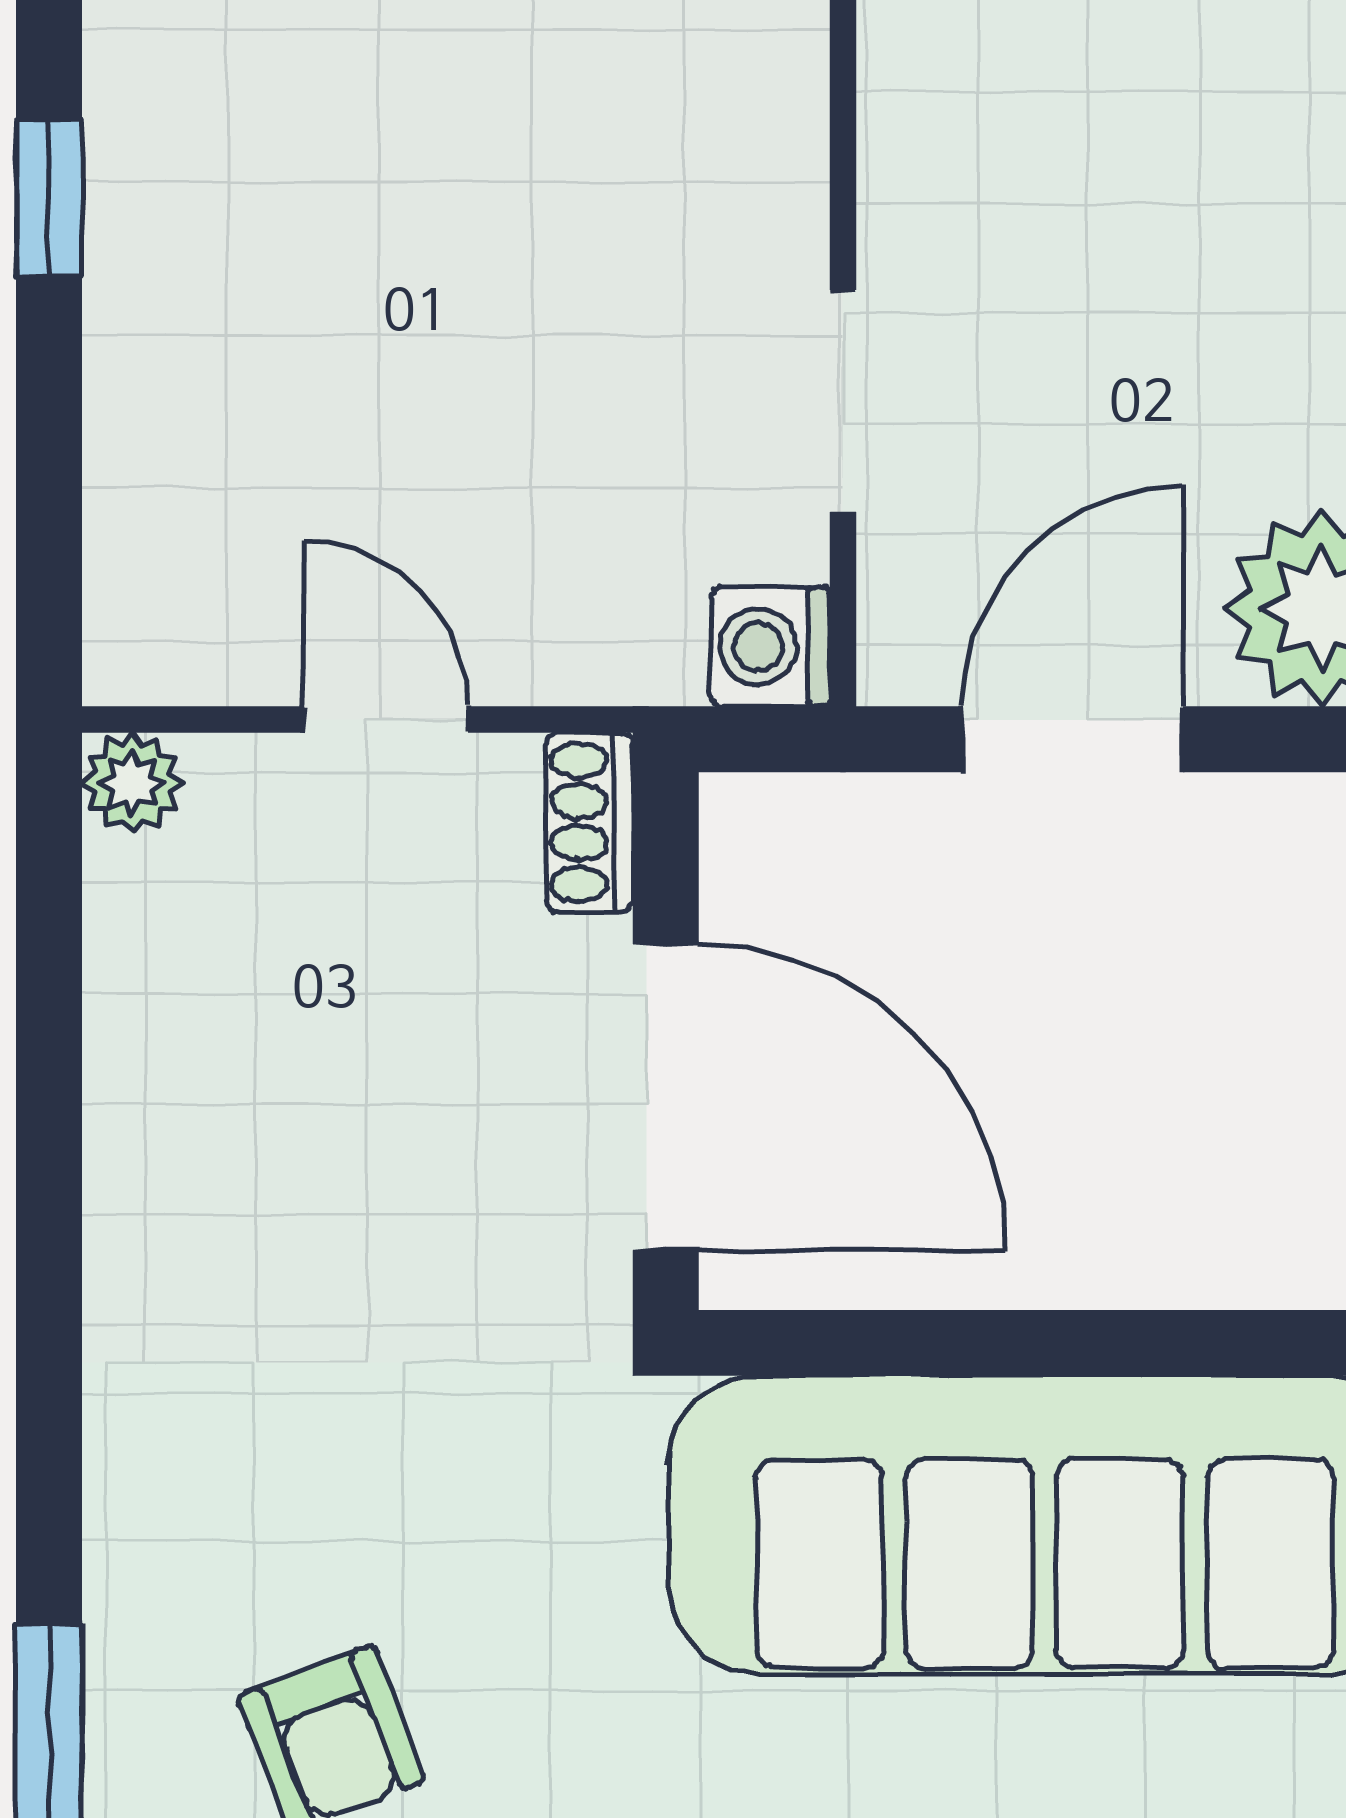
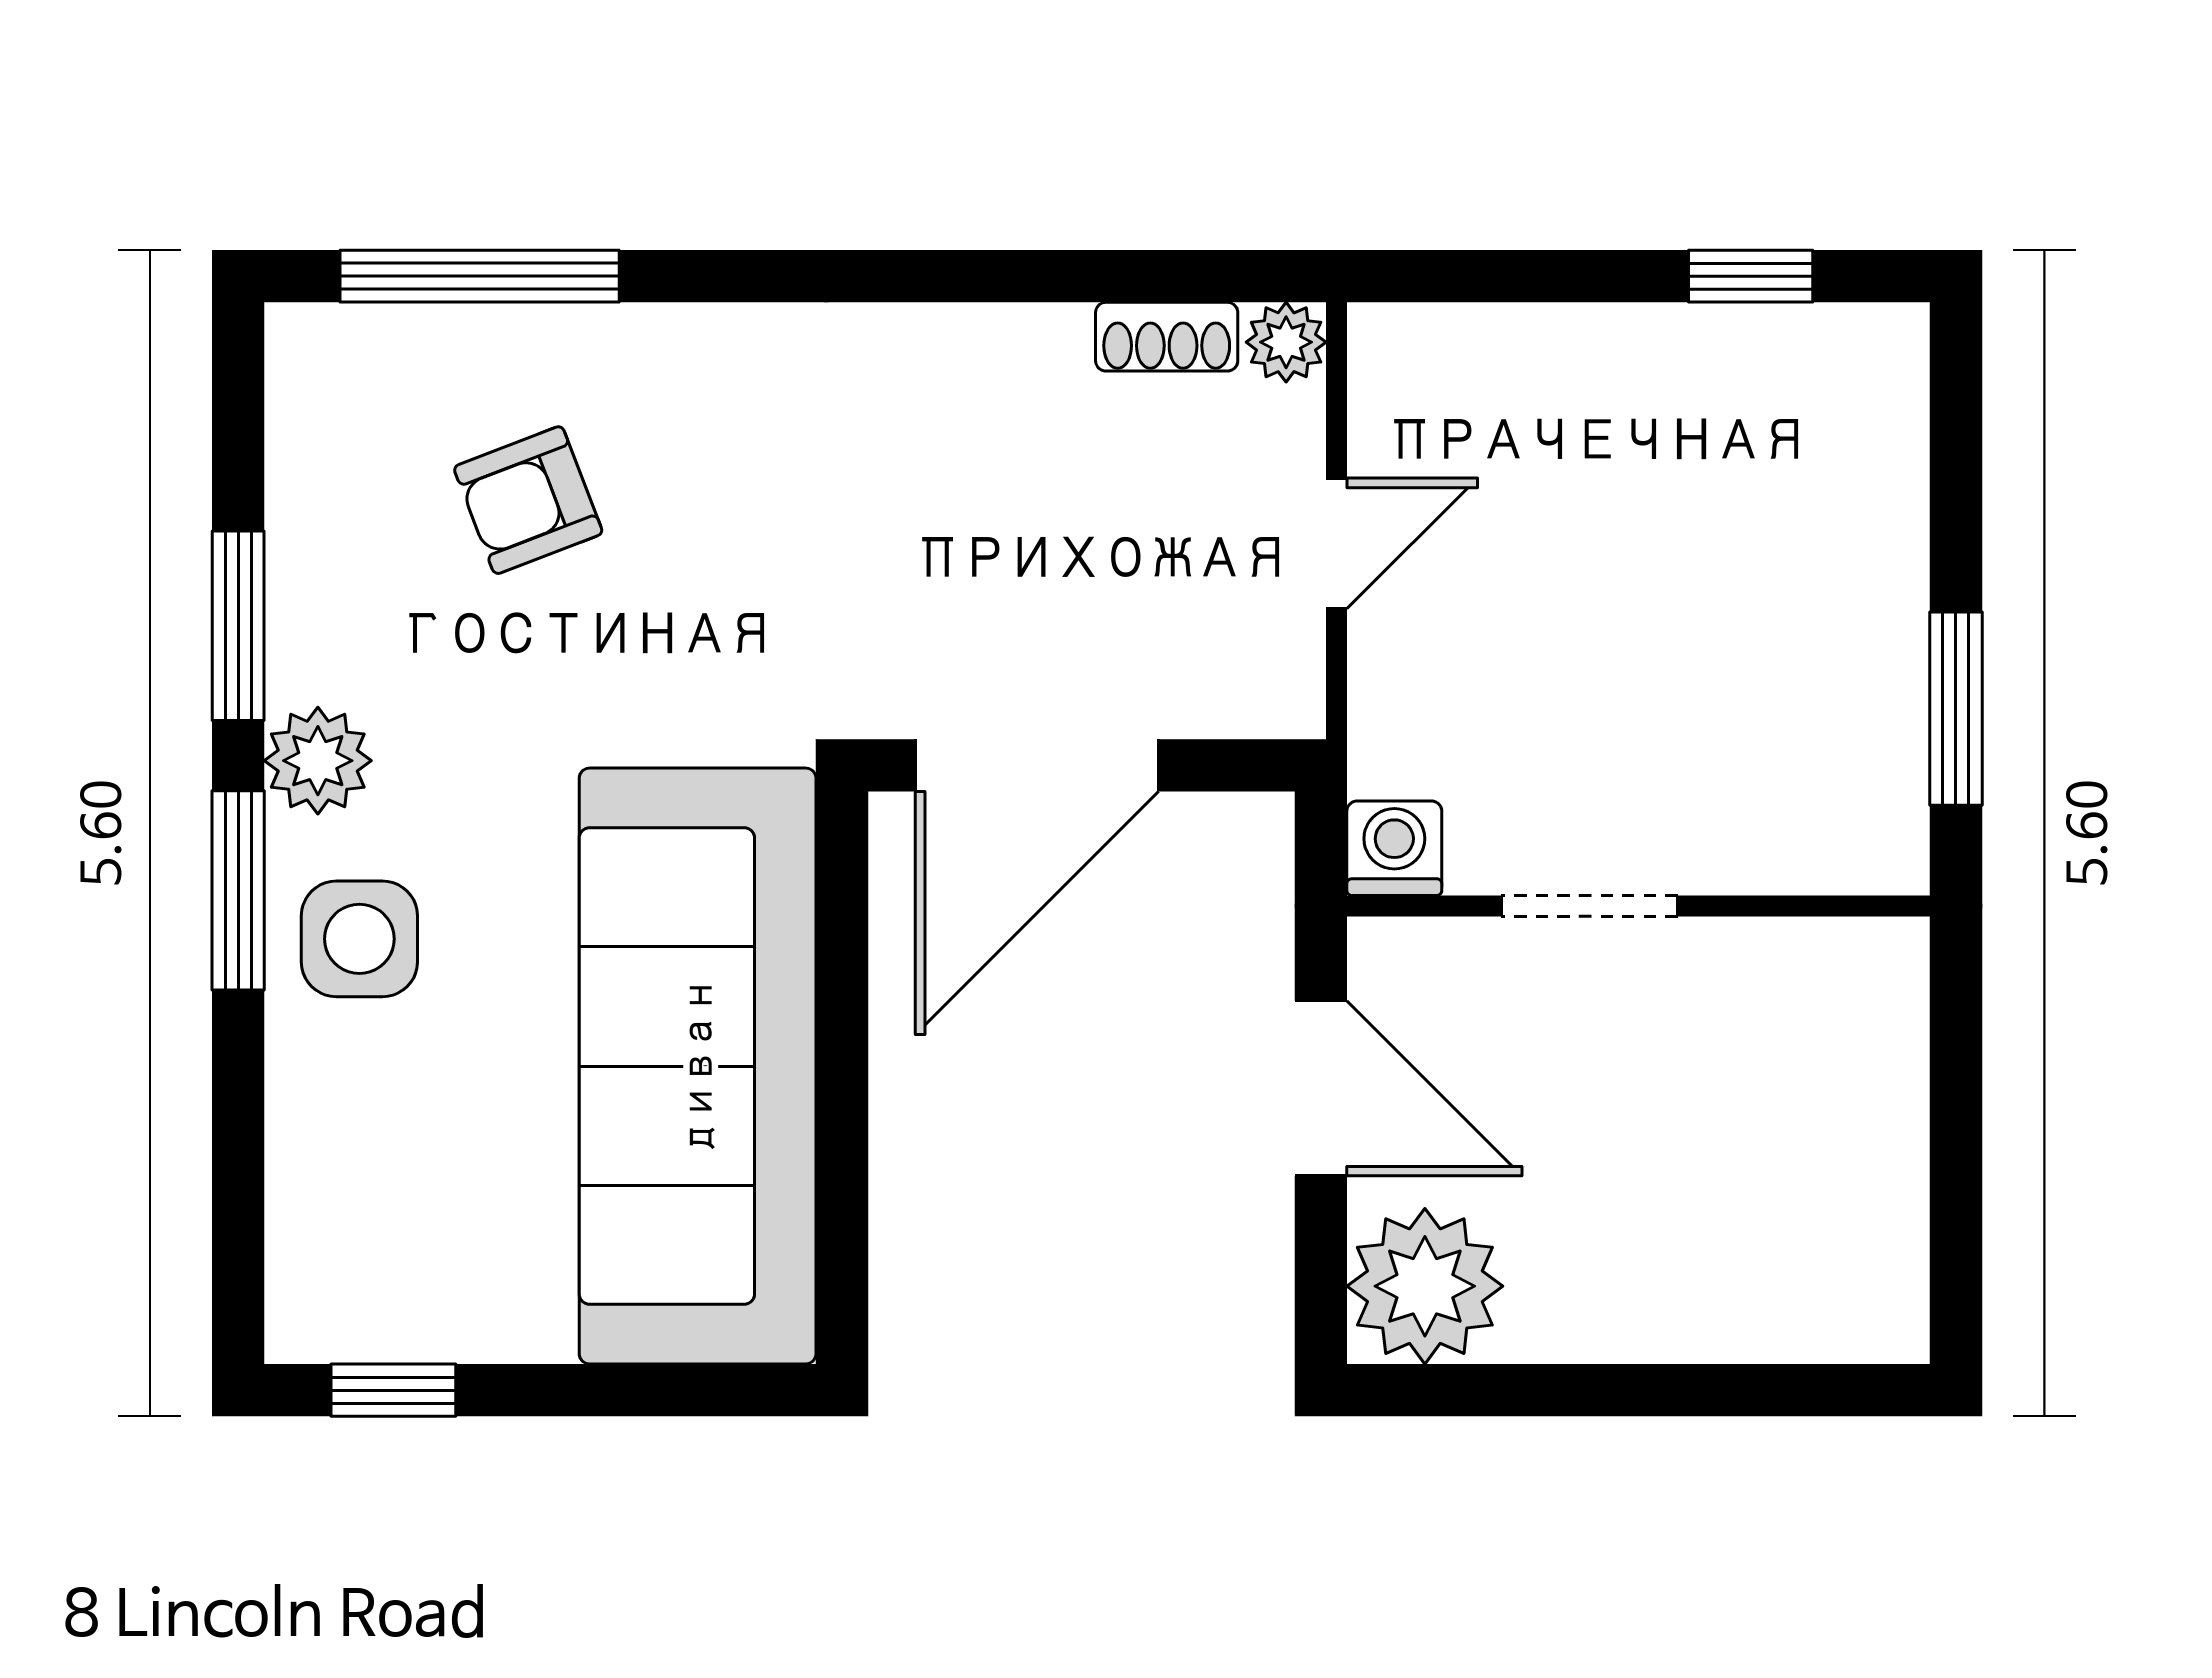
shoe rack: (589, 822) -> (1167, 337), moved, turned 180

